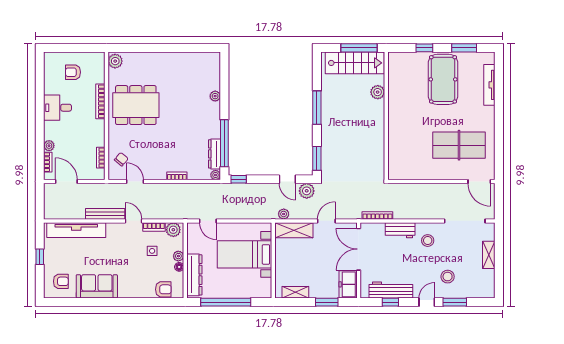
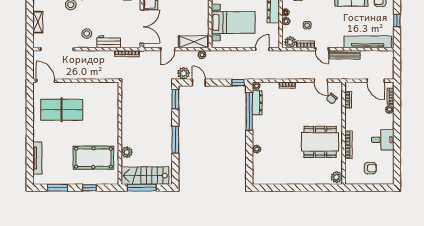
pool table: (443, 79) -> (93, 158), moved, turned 90
door: (208, 221) -> (262, 49), hinge flipped

